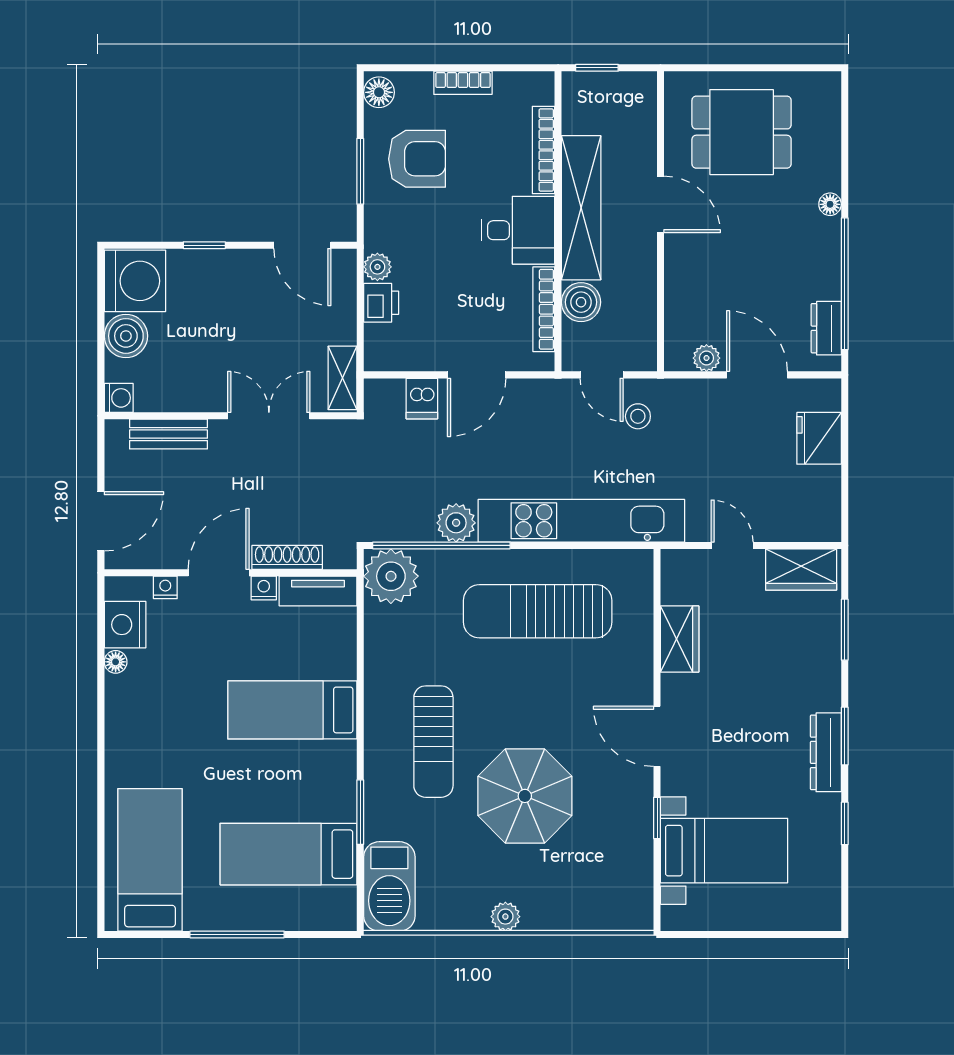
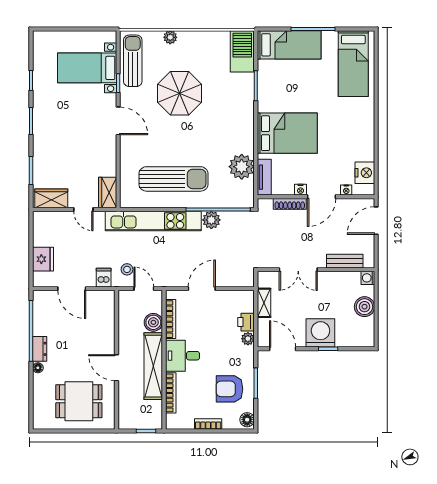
washing machine: (135, 281) -> (320, 333), moved, turned 90
dresser: (826, 328) -> (40, 349), moved
plant: (706, 358) -> (95, 296), removed
shelving: (342, 378) -> (264, 303), moved
dishwasher: (422, 399) -> (104, 278), moved
plant: (391, 576) -> (242, 167), moved
tv unit: (318, 591) -> (264, 177), moved, turned 90
wardrobe: (680, 639) -> (108, 193), moved
floor lamp: (116, 662) -> (369, 155), removed
bed: (292, 710) -> (287, 133), width x1.50
sun lounger: (433, 742) -> (133, 61), moved
dresser: (826, 752) -> (40, 113), removed
bed: (288, 854) -> (289, 45), moved
plant: (505, 917) -> (170, 37), moved

